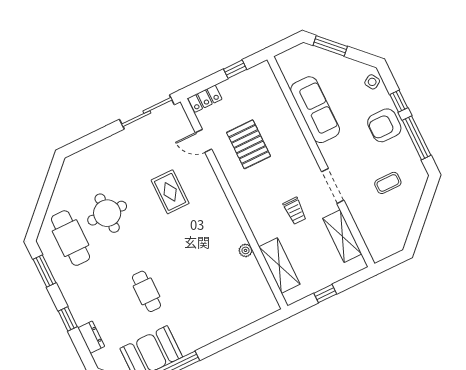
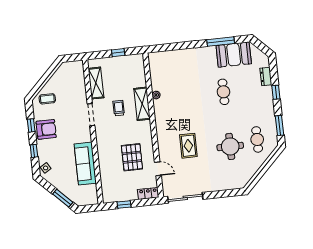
armchair: (384, 125) -> (46, 129), moved
window: (417, 138) -> (31, 125), width x0.46
coffee table: (388, 183) -> (47, 99), moved
cafe table: (70, 238) -> (257, 139), width x0.73, depth x0.74
shelving: (279, 266) -> (142, 104), moved

